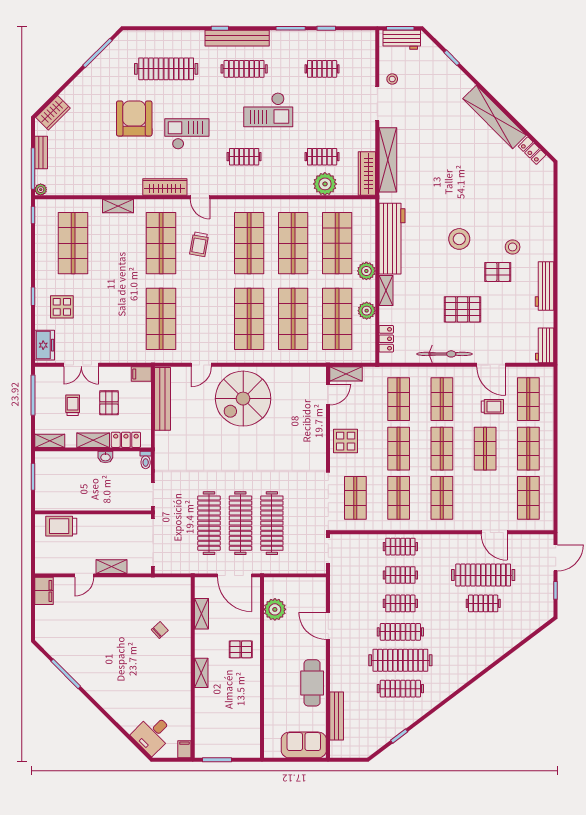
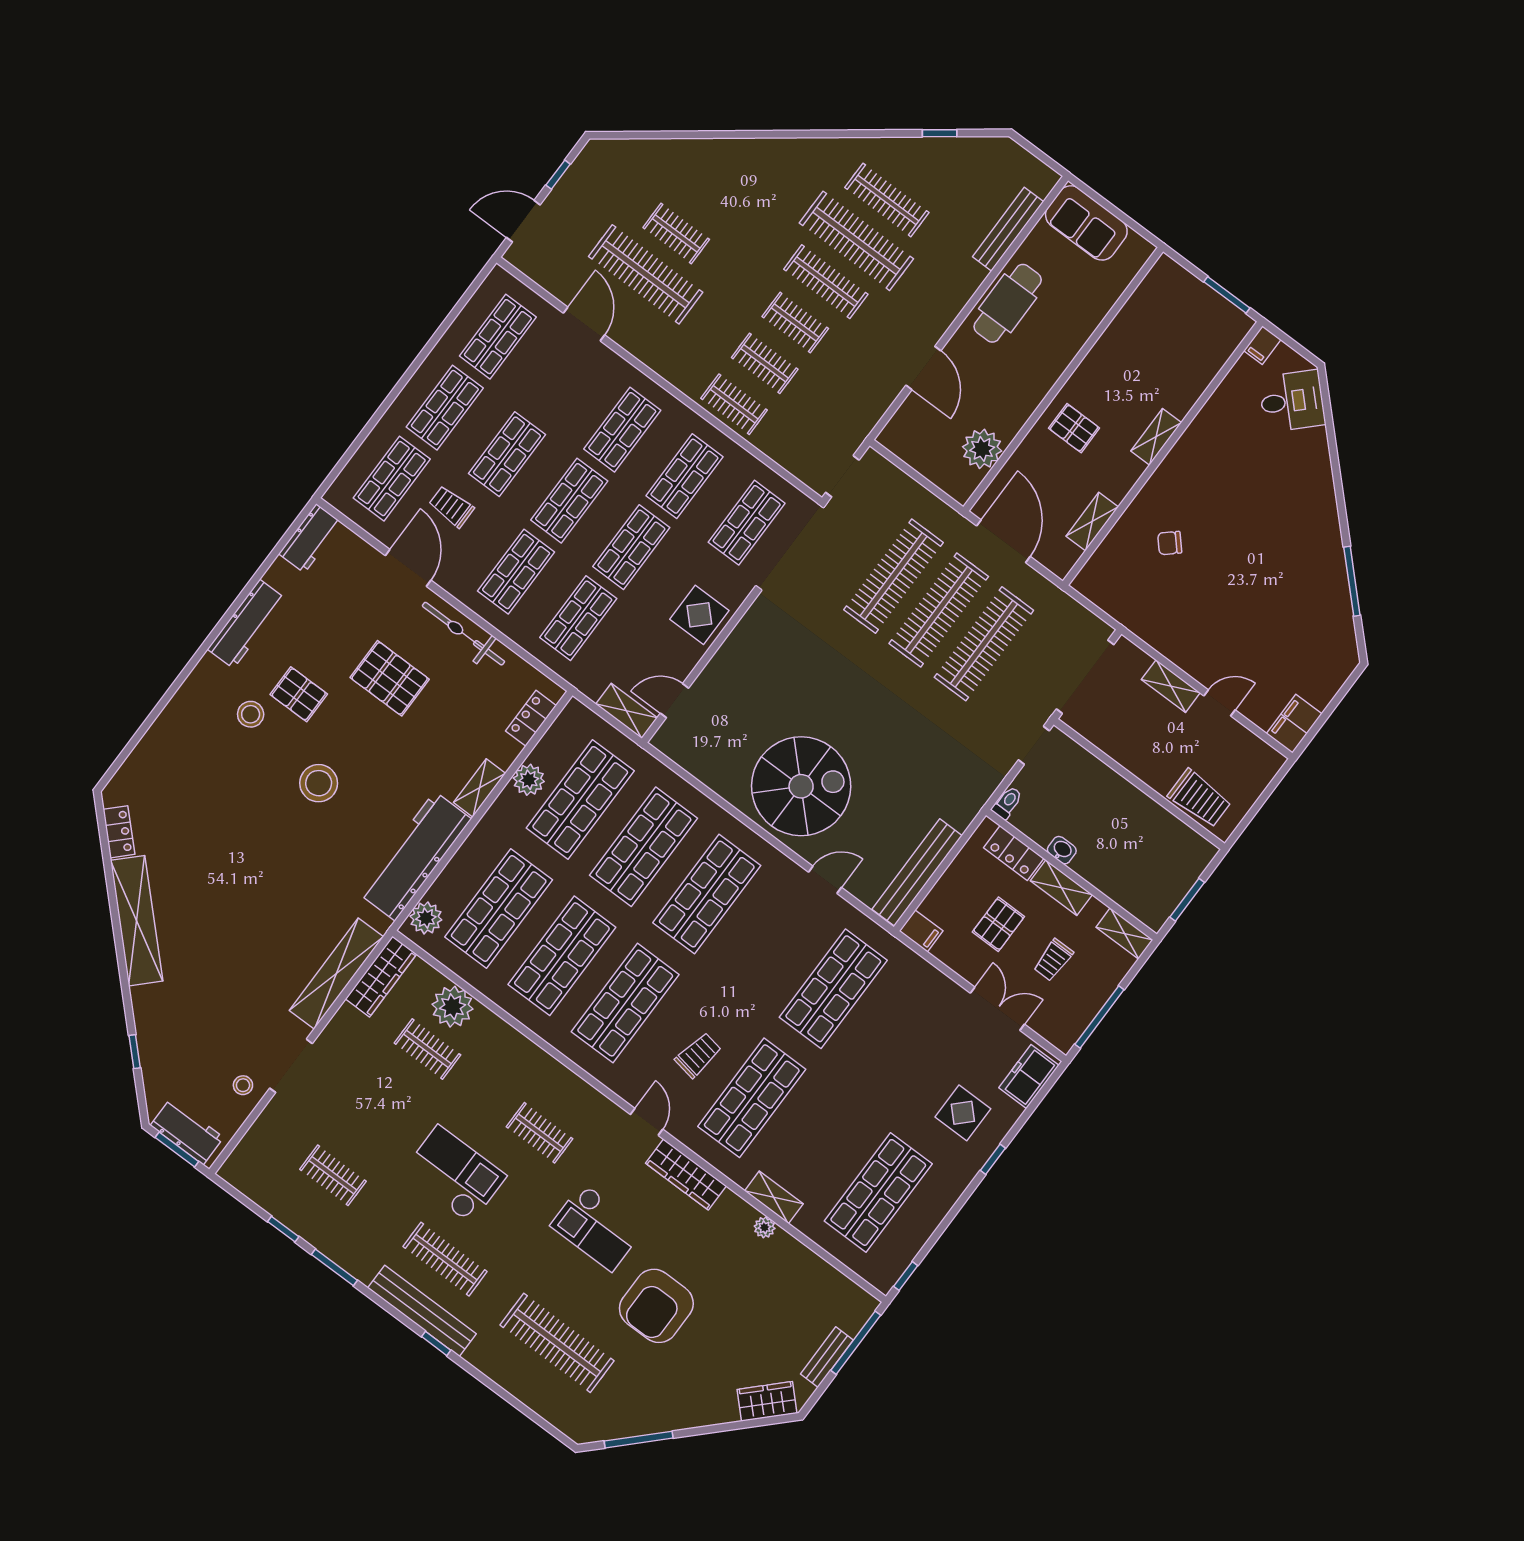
plant: (41, 190) -> (765, 1227), moved
plant: (366, 271) -> (426, 918), moved

